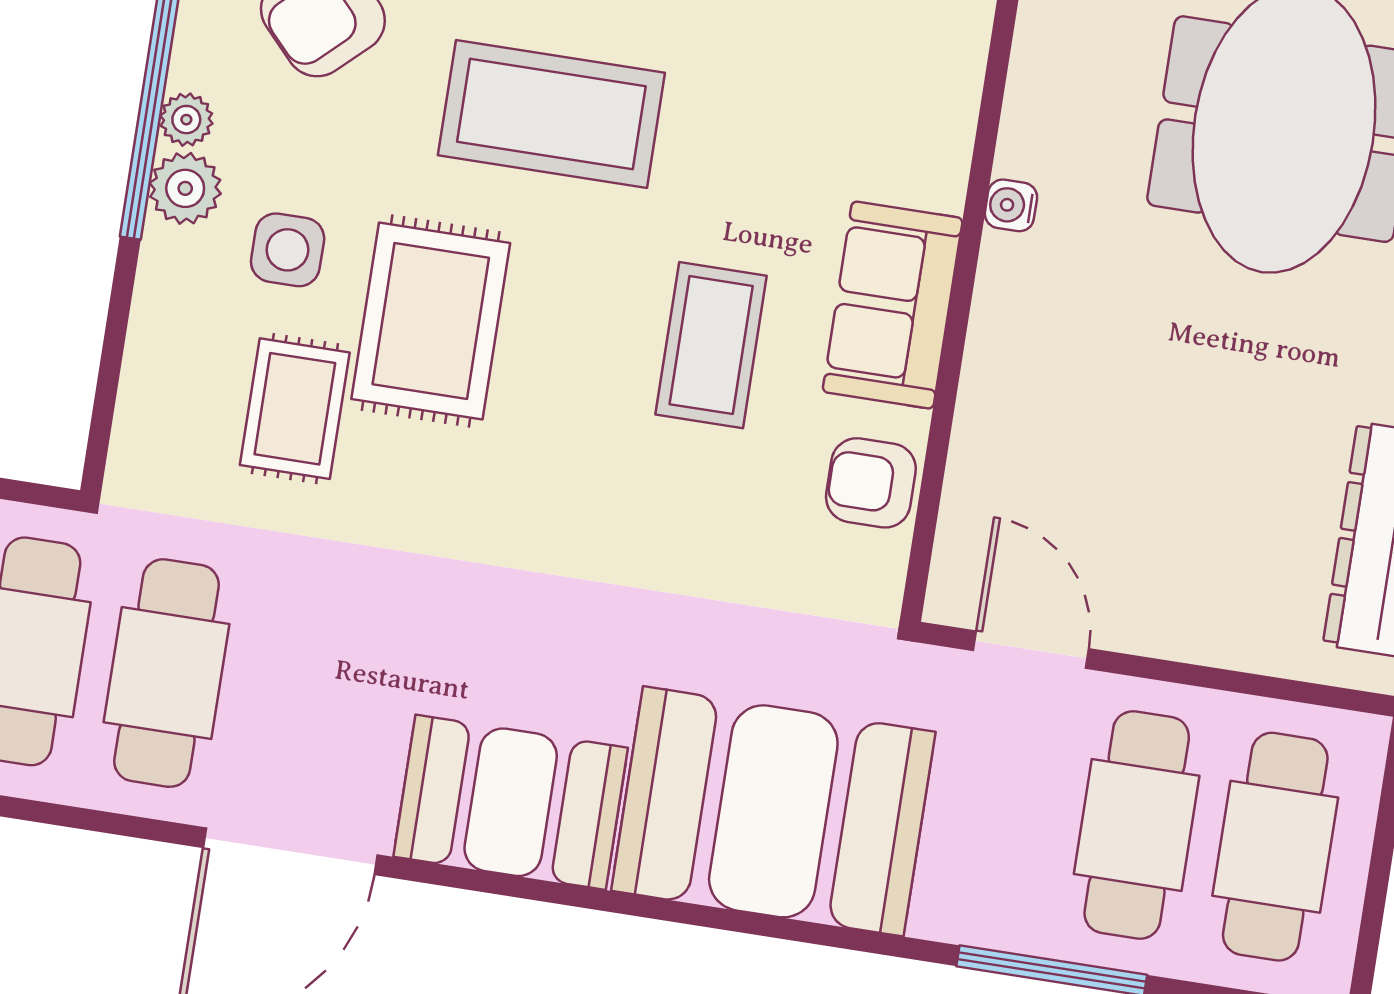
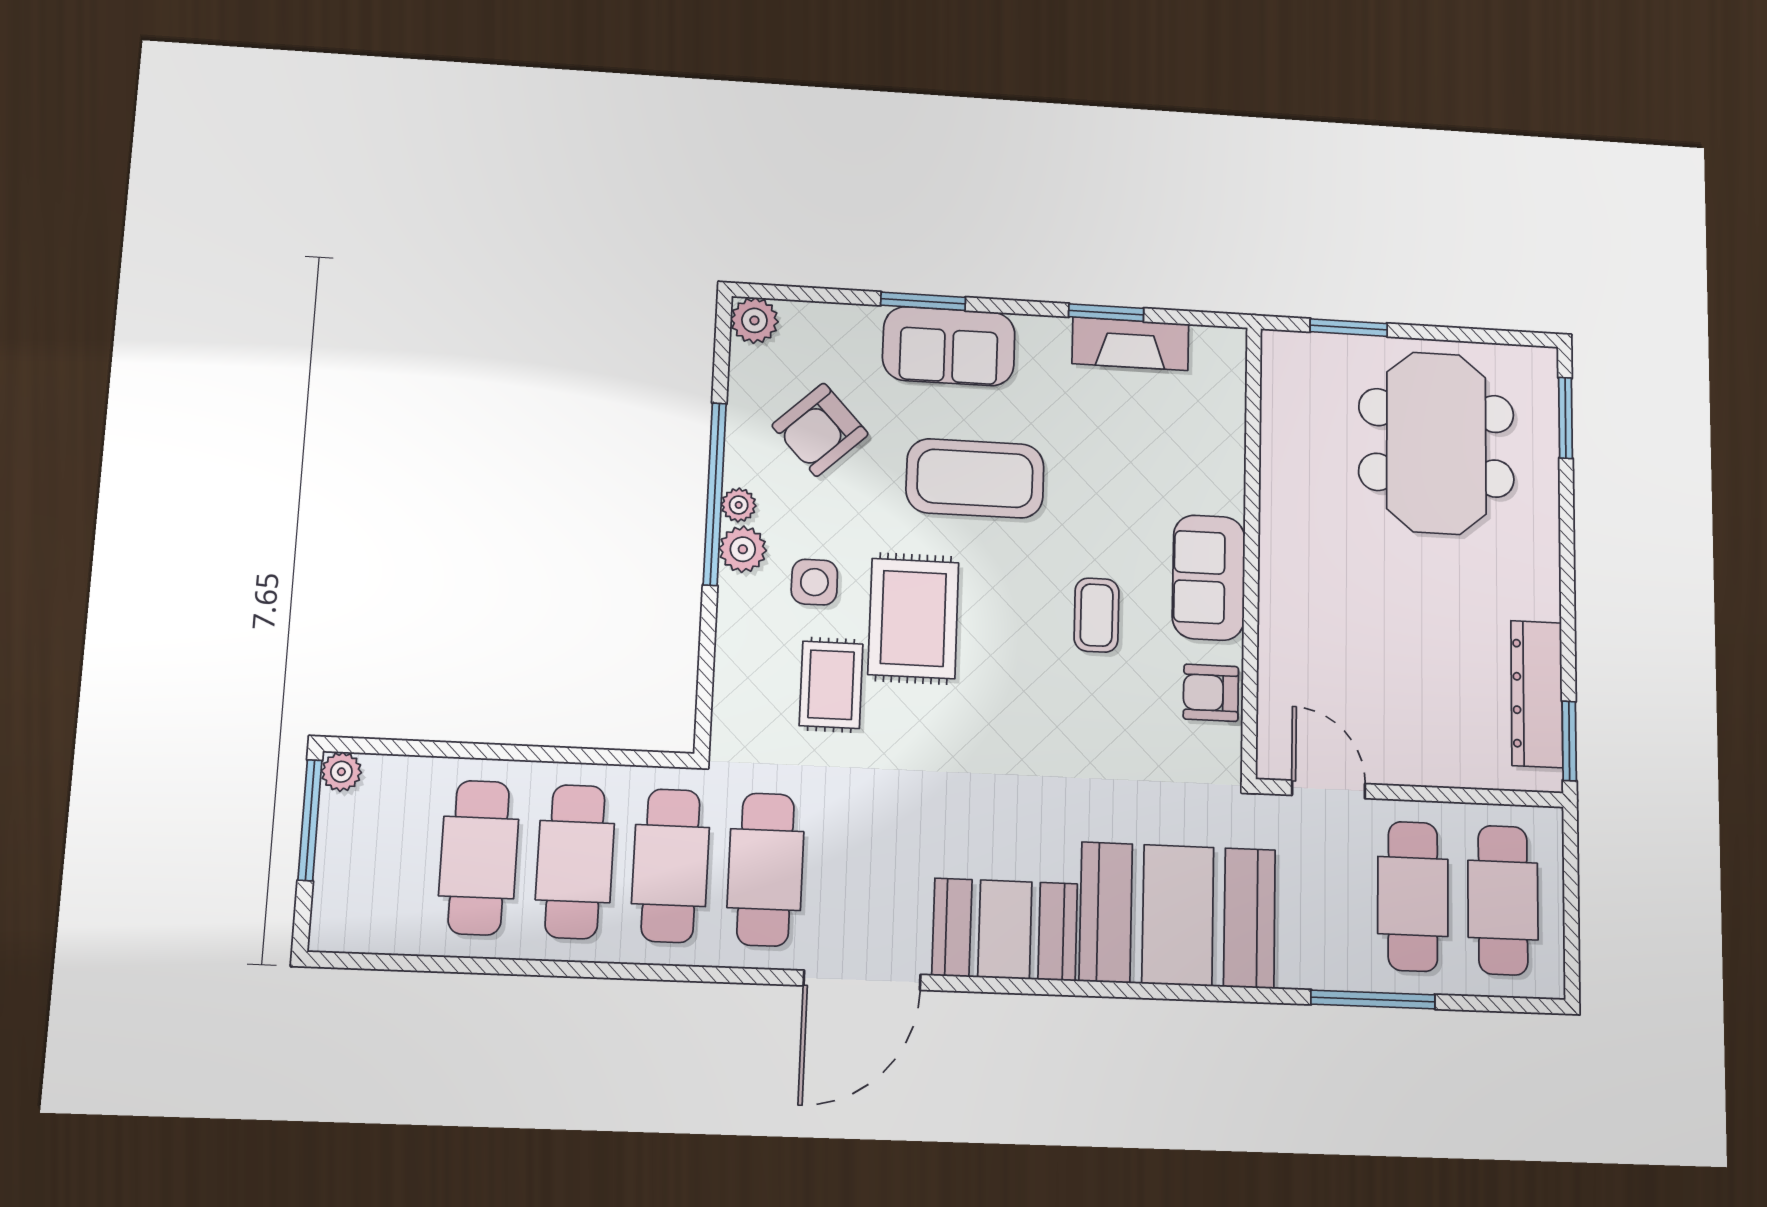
water cooler: (1011, 205) -> (1274, 507), removed
coffee table: (711, 345) -> (1097, 615), width x0.73, depth x0.77

